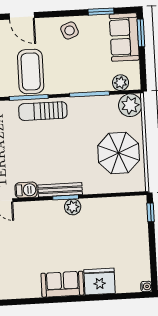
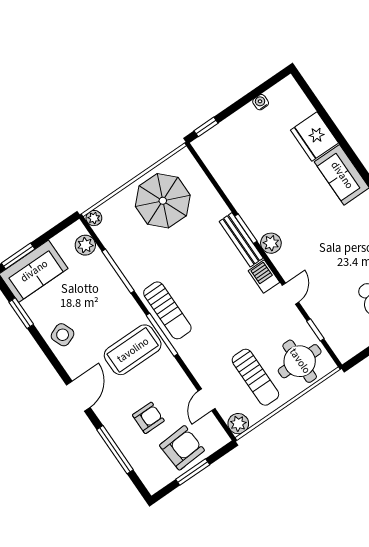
plant: (130, 105) -> (94, 218), width x0.53, depth x0.53
plant: (73, 207) -> (271, 243), moved
water cooler: (146, 286) -> (261, 102), moved

